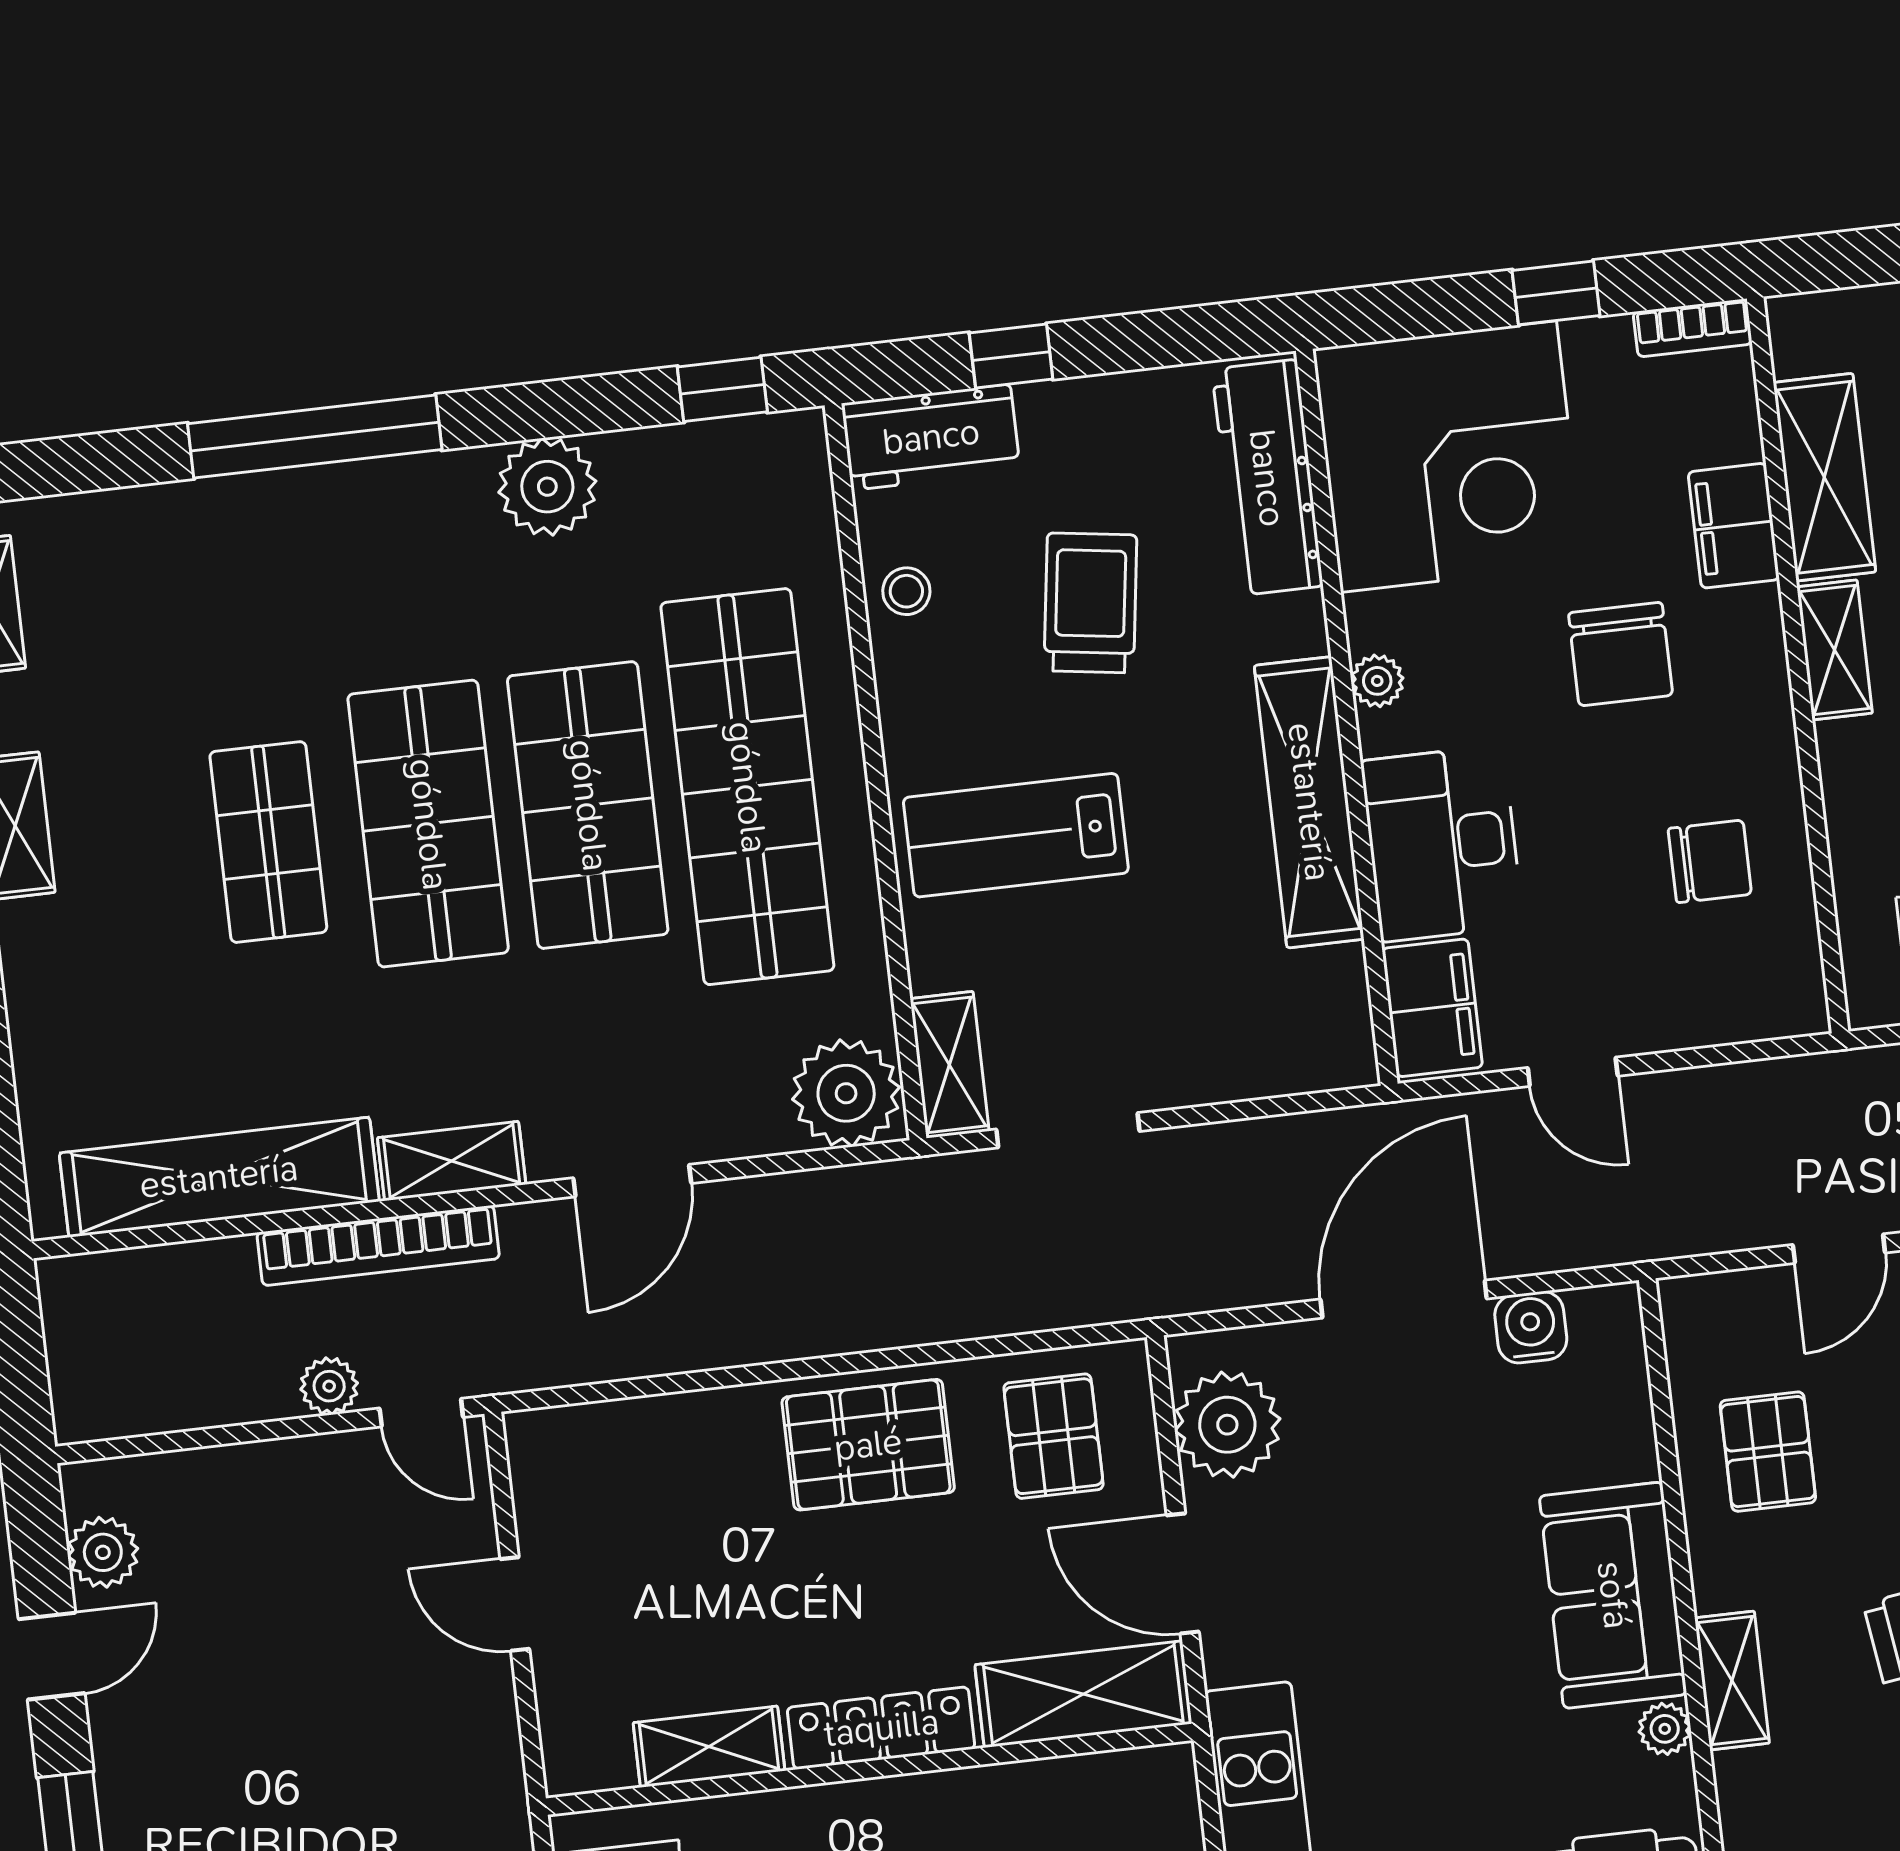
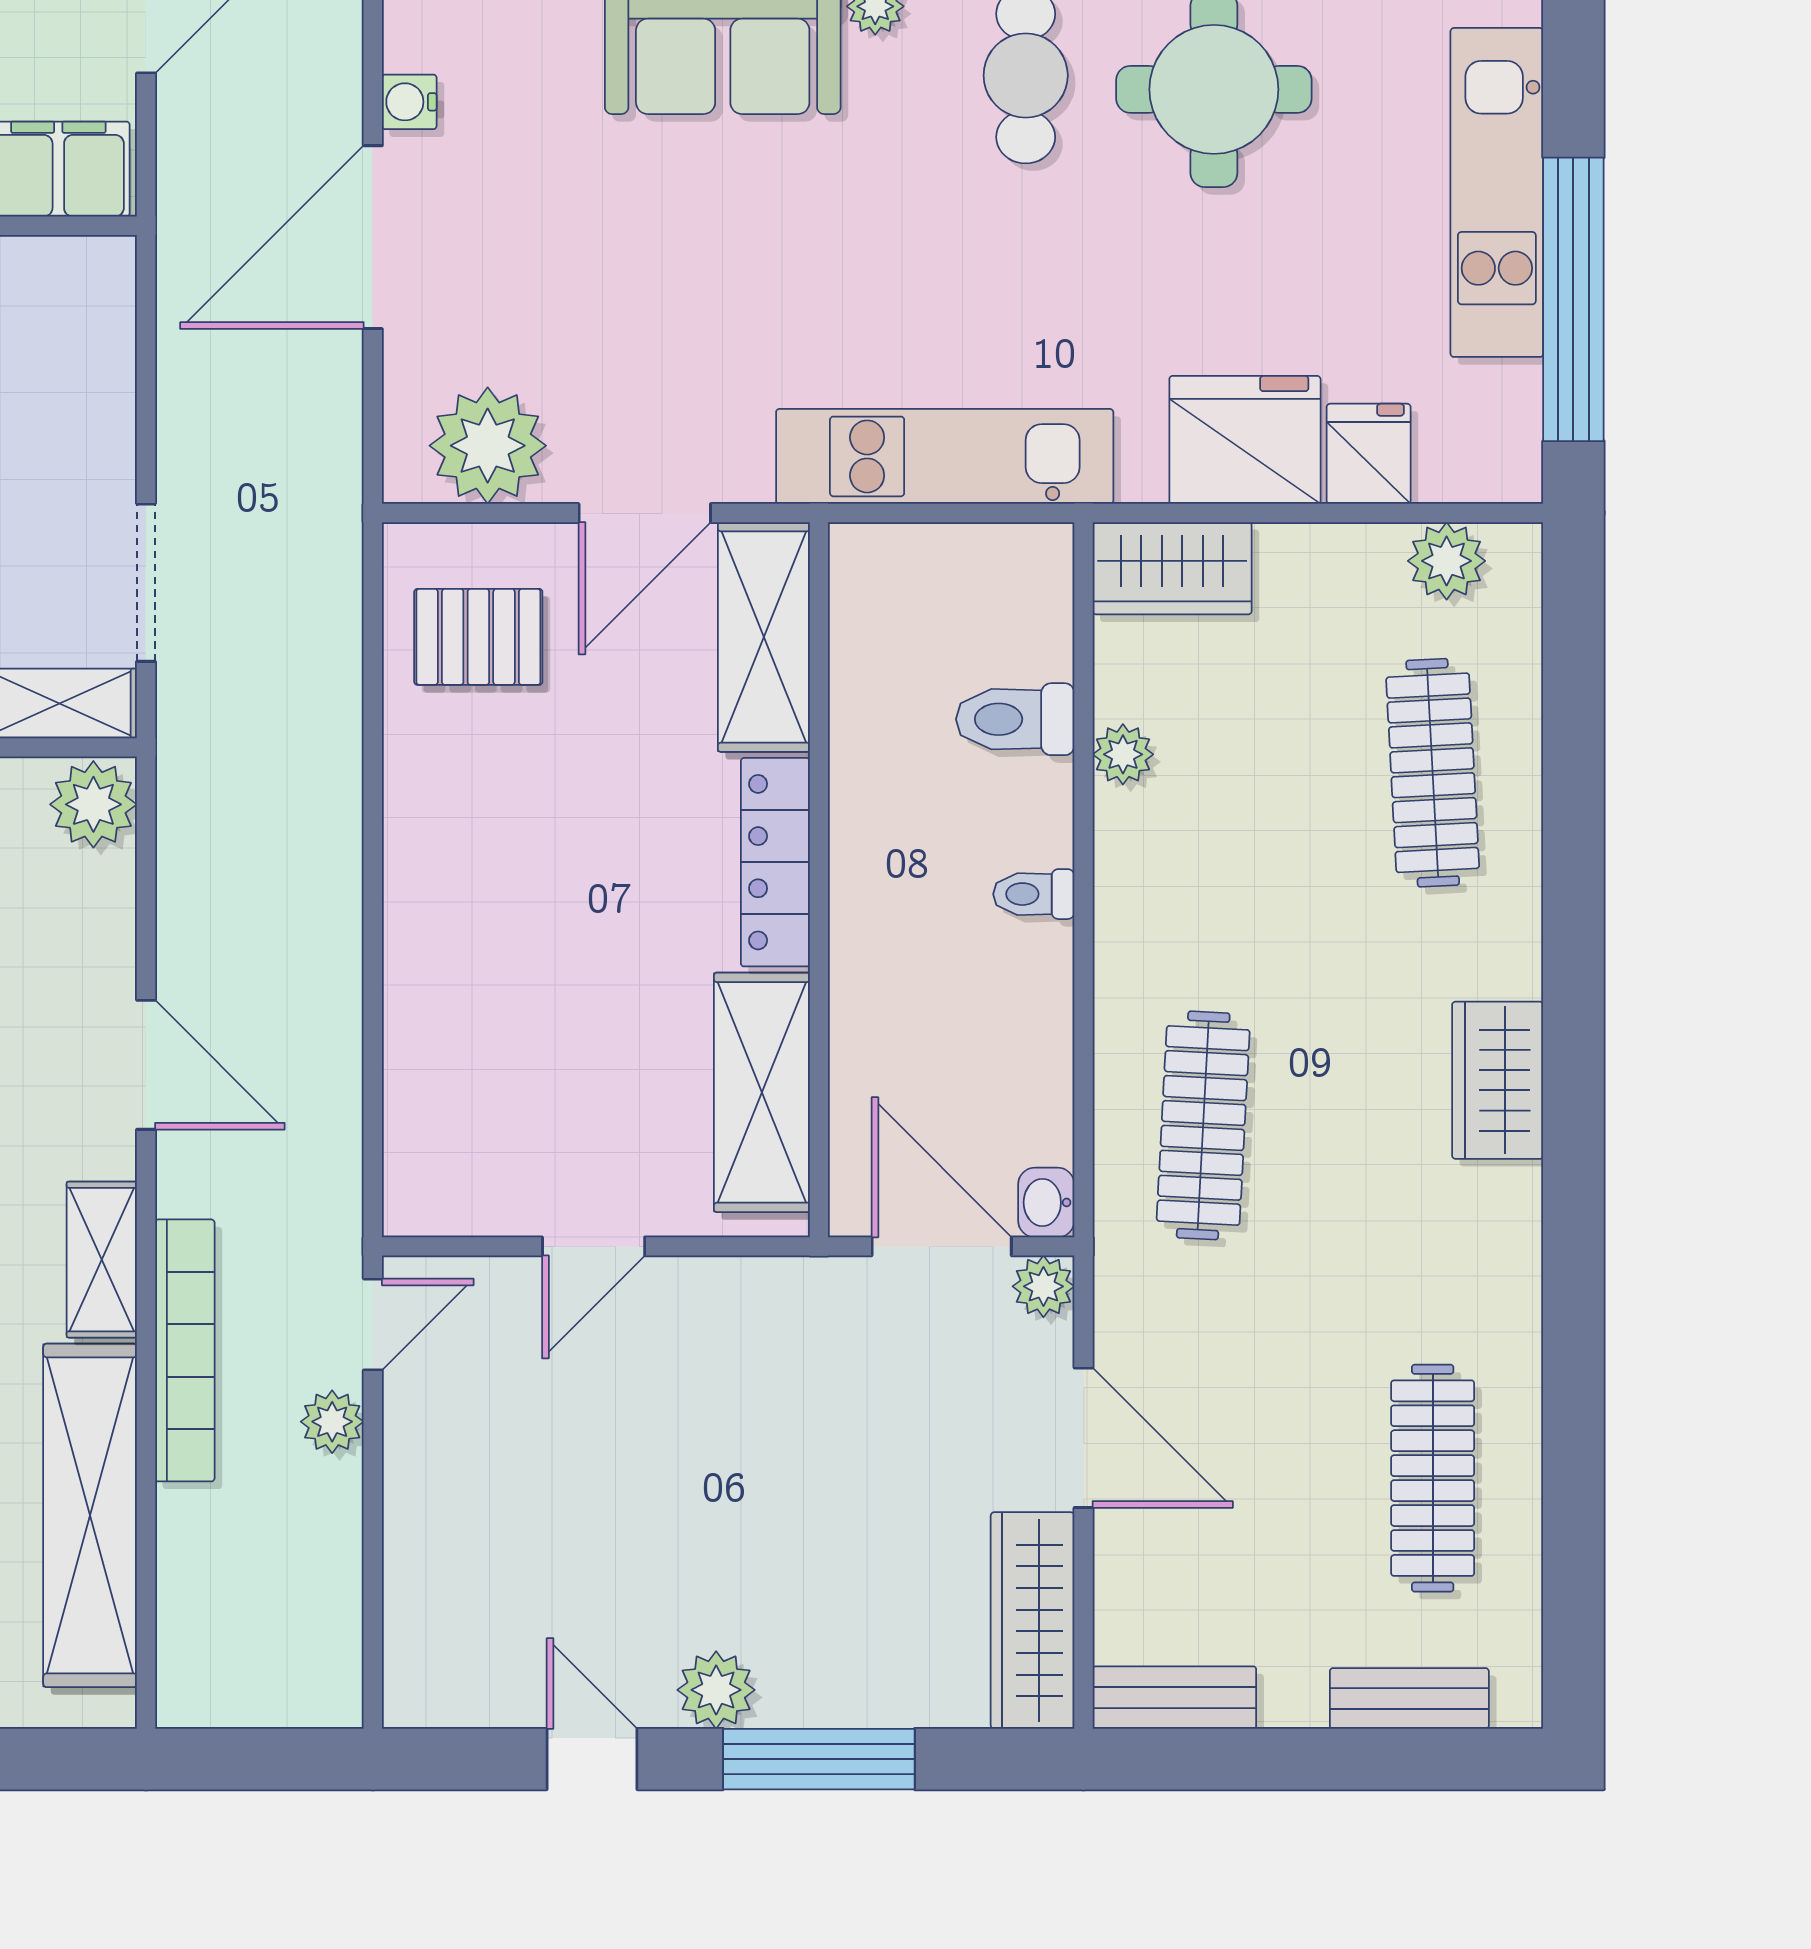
plant: (846, 1093) -> (93, 804), width x0.73, depth x0.73
door: (1404, 1299) -> (373, 237), hinge flipped
water cooler: (1531, 1327) -> (409, 102), width x0.72, depth x0.72
pallet: (868, 1445) -> (464, 840), removed
plant: (103, 1552) -> (716, 1690), moved
shelving: (709, 1747) -> (762, 1092), width x1.50, depth x1.33

